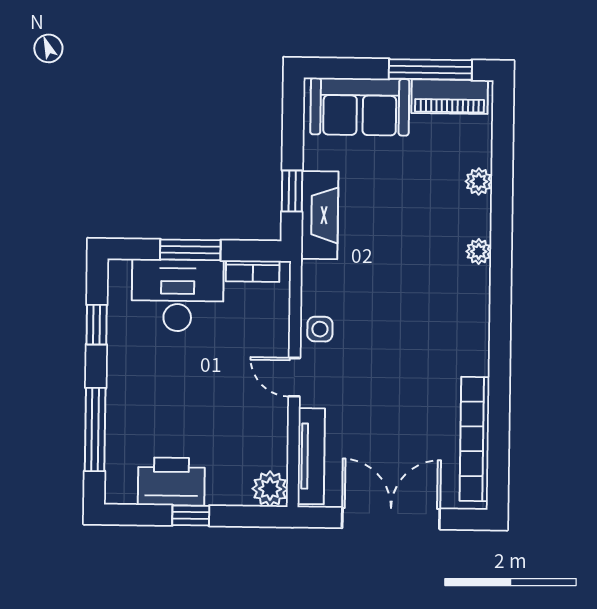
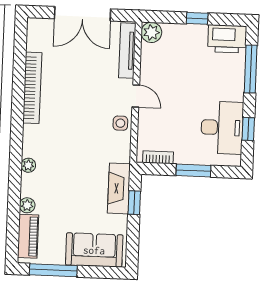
piano: (450, 97) -> (28, 236), moved, turned 90
desk: (178, 295) -> (222, 128), moved, turned -90
bookcase: (475, 439) -> (32, 88), moved
printer: (171, 482) -> (227, 39), moved

